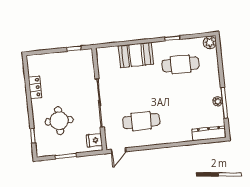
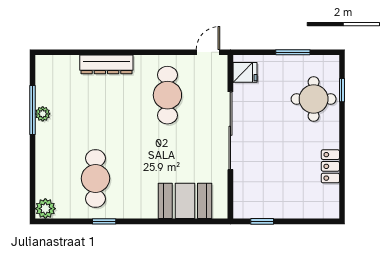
booth: (136, 55) -> (185, 201), moved
cafe table: (181, 64) -> (95, 178), turned 90
round table: (59, 121) -> (314, 99), moved
cafe table: (141, 121) -> (167, 95), turned 90
dresser: (209, 133) -> (106, 64), moved

